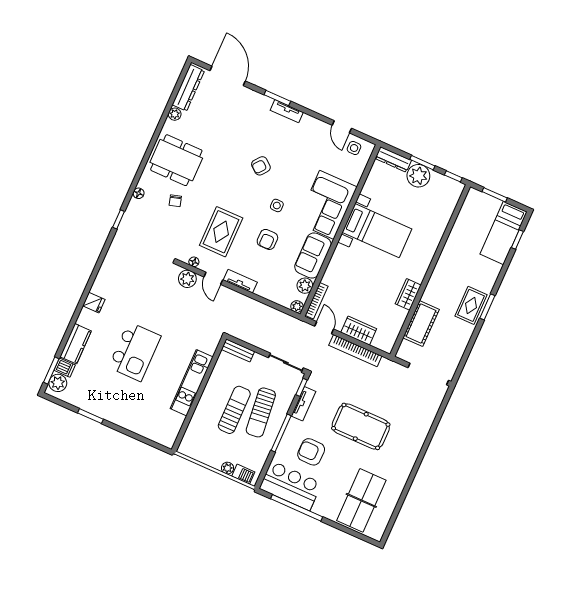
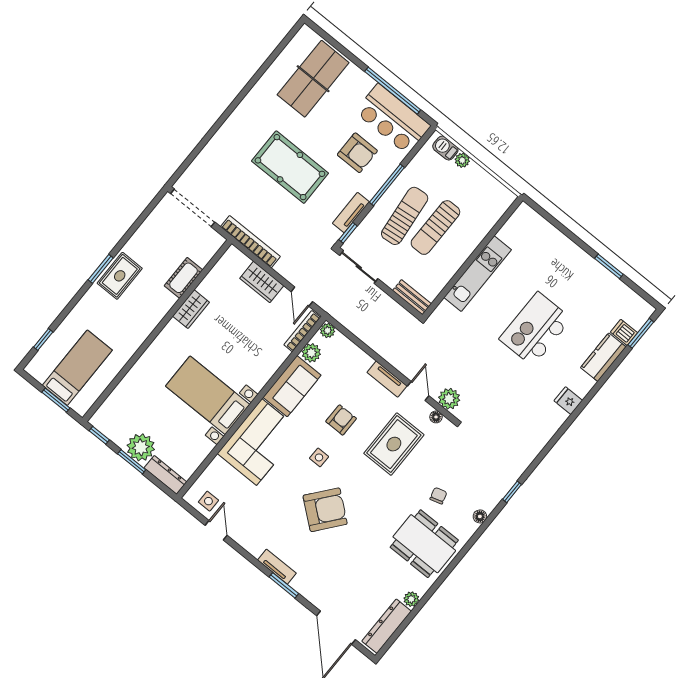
armchair: (261, 166) -> (325, 510), width x1.88, depth x1.88
bed: (504, 233) -> (77, 368), moved
cot: (421, 324) -> (184, 278), width x0.73, depth x0.75
bookcase: (355, 351) -> (250, 242), moved
plant: (58, 383) -> (637, 316), removed

